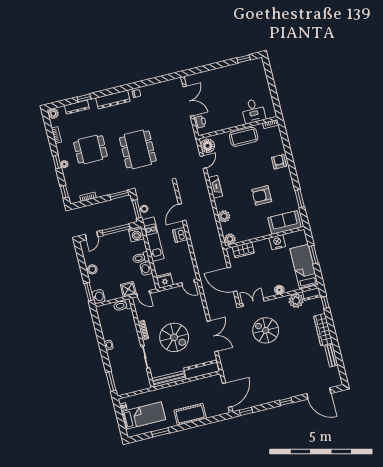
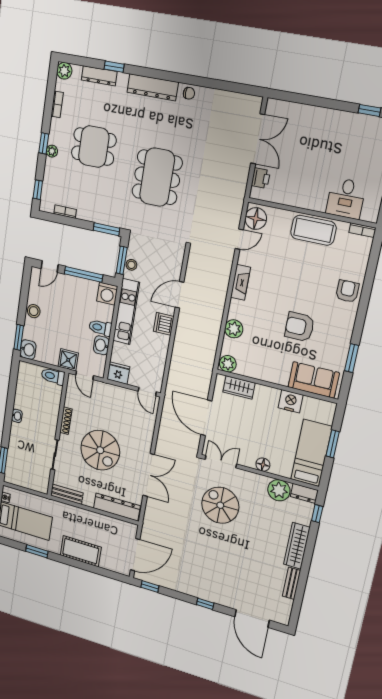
bench: (169, 379) -> (67, 494), width x0.73

